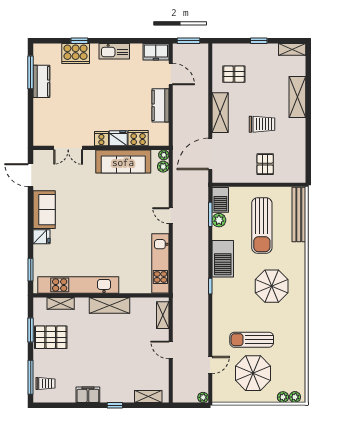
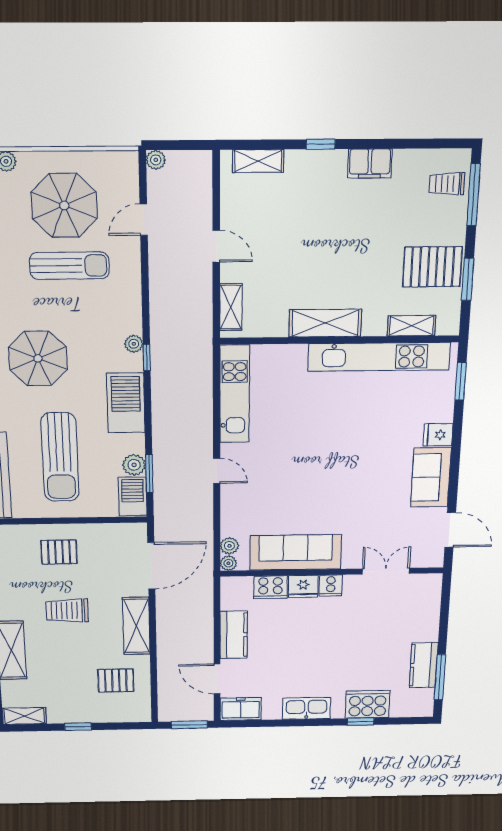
pallet: (265, 164) -> (59, 552), turned 90
sun lounger: (262, 226) -> (60, 457), turned 180
plant: (217, 294) -> (134, 344), added

